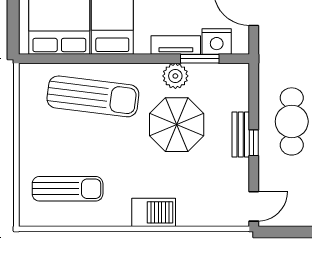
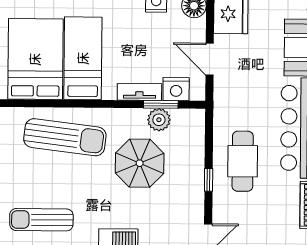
plant: (175, 76) -> (159, 120), moved
bench: (241, 134) -> (197, 172), removed
sun lounger: (68, 189) -> (41, 220), turned 180

